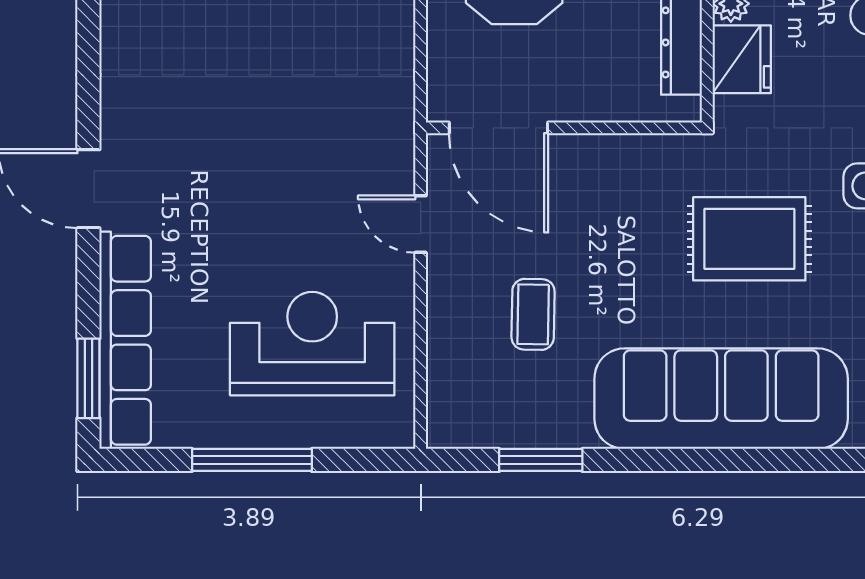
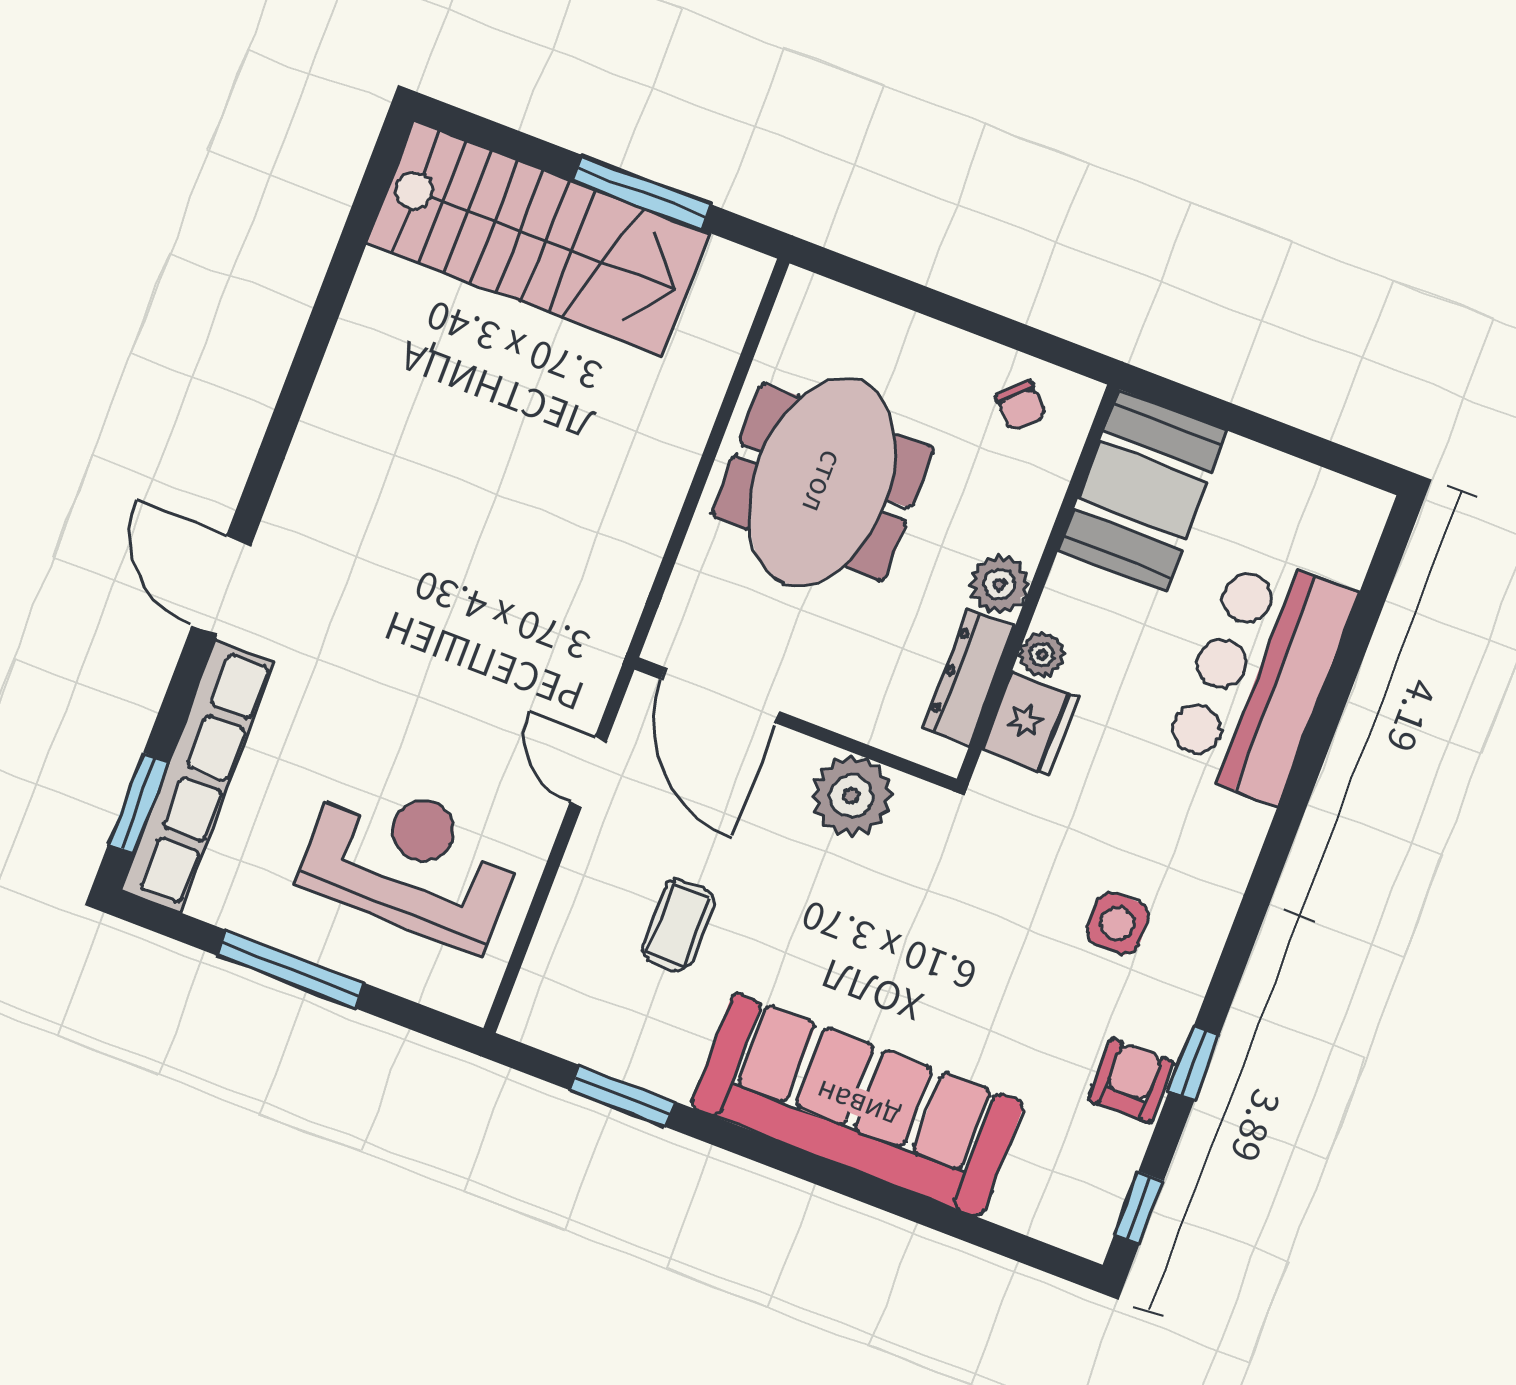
plant: (627, 166) -> (851, 796), added
rug: (749, 239) -> (960, 933), removed

